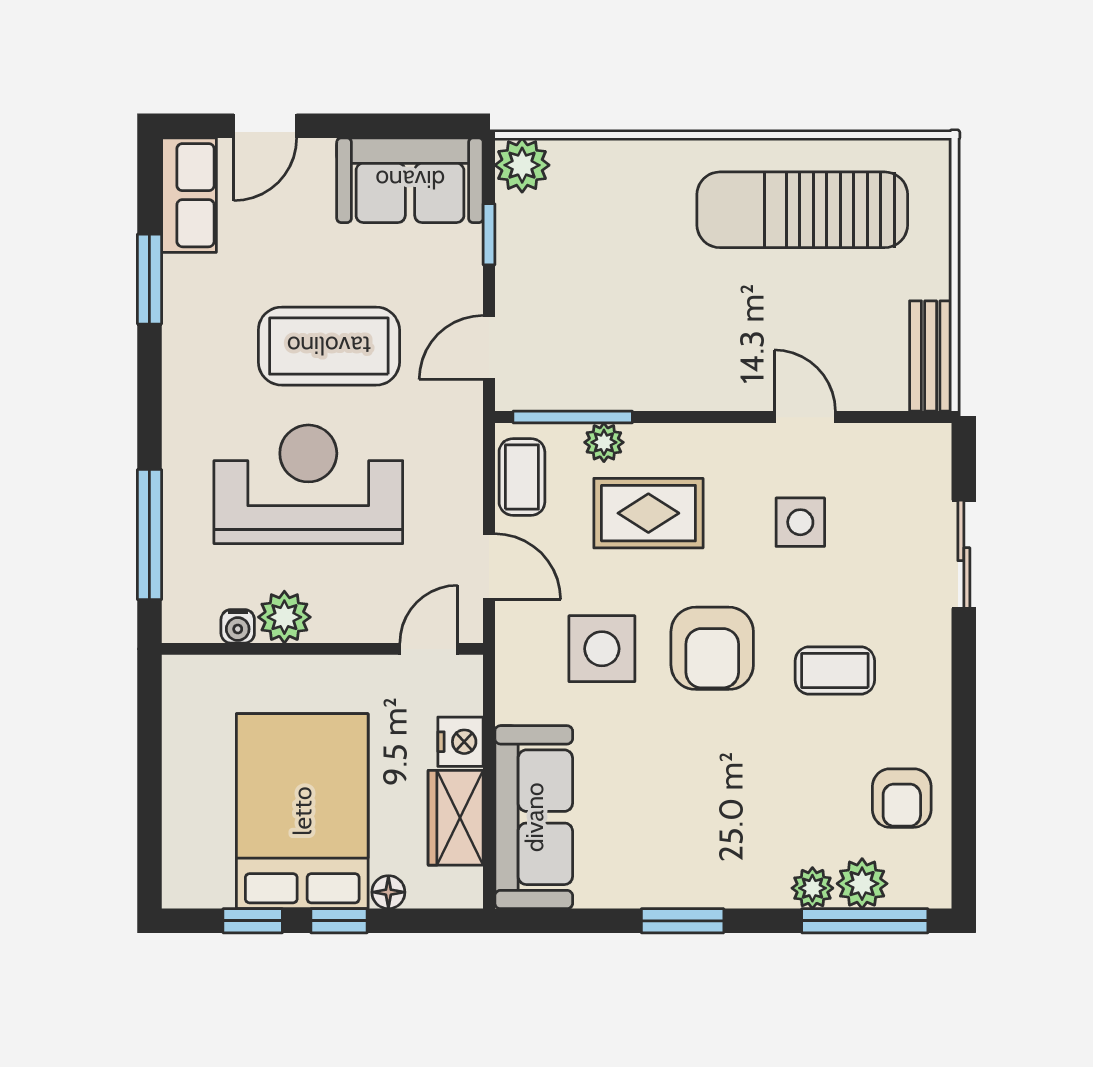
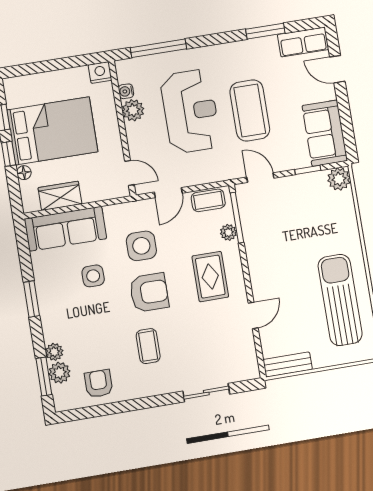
rug: (648, 513) -> (210, 277), moved
side table: (800, 522) -> (93, 276), moved
armchair: (712, 648) -> (149, 292), turned 180
nightstand: (461, 742) -> (100, 72), moved, turned 180
armchair: (902, 798) -> (99, 384), turned 90
window: (865, 921) -> (44, 376), width x0.69

